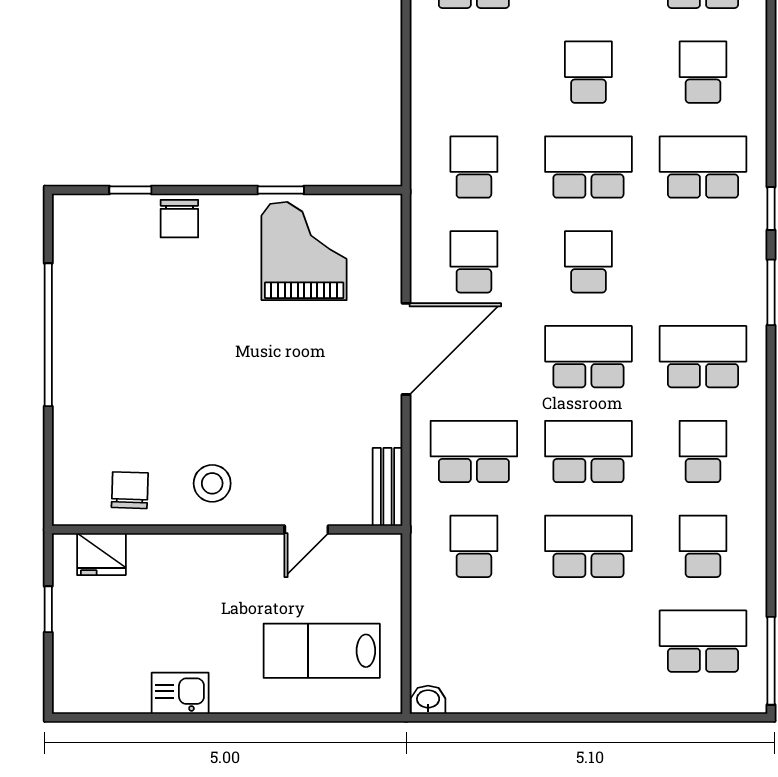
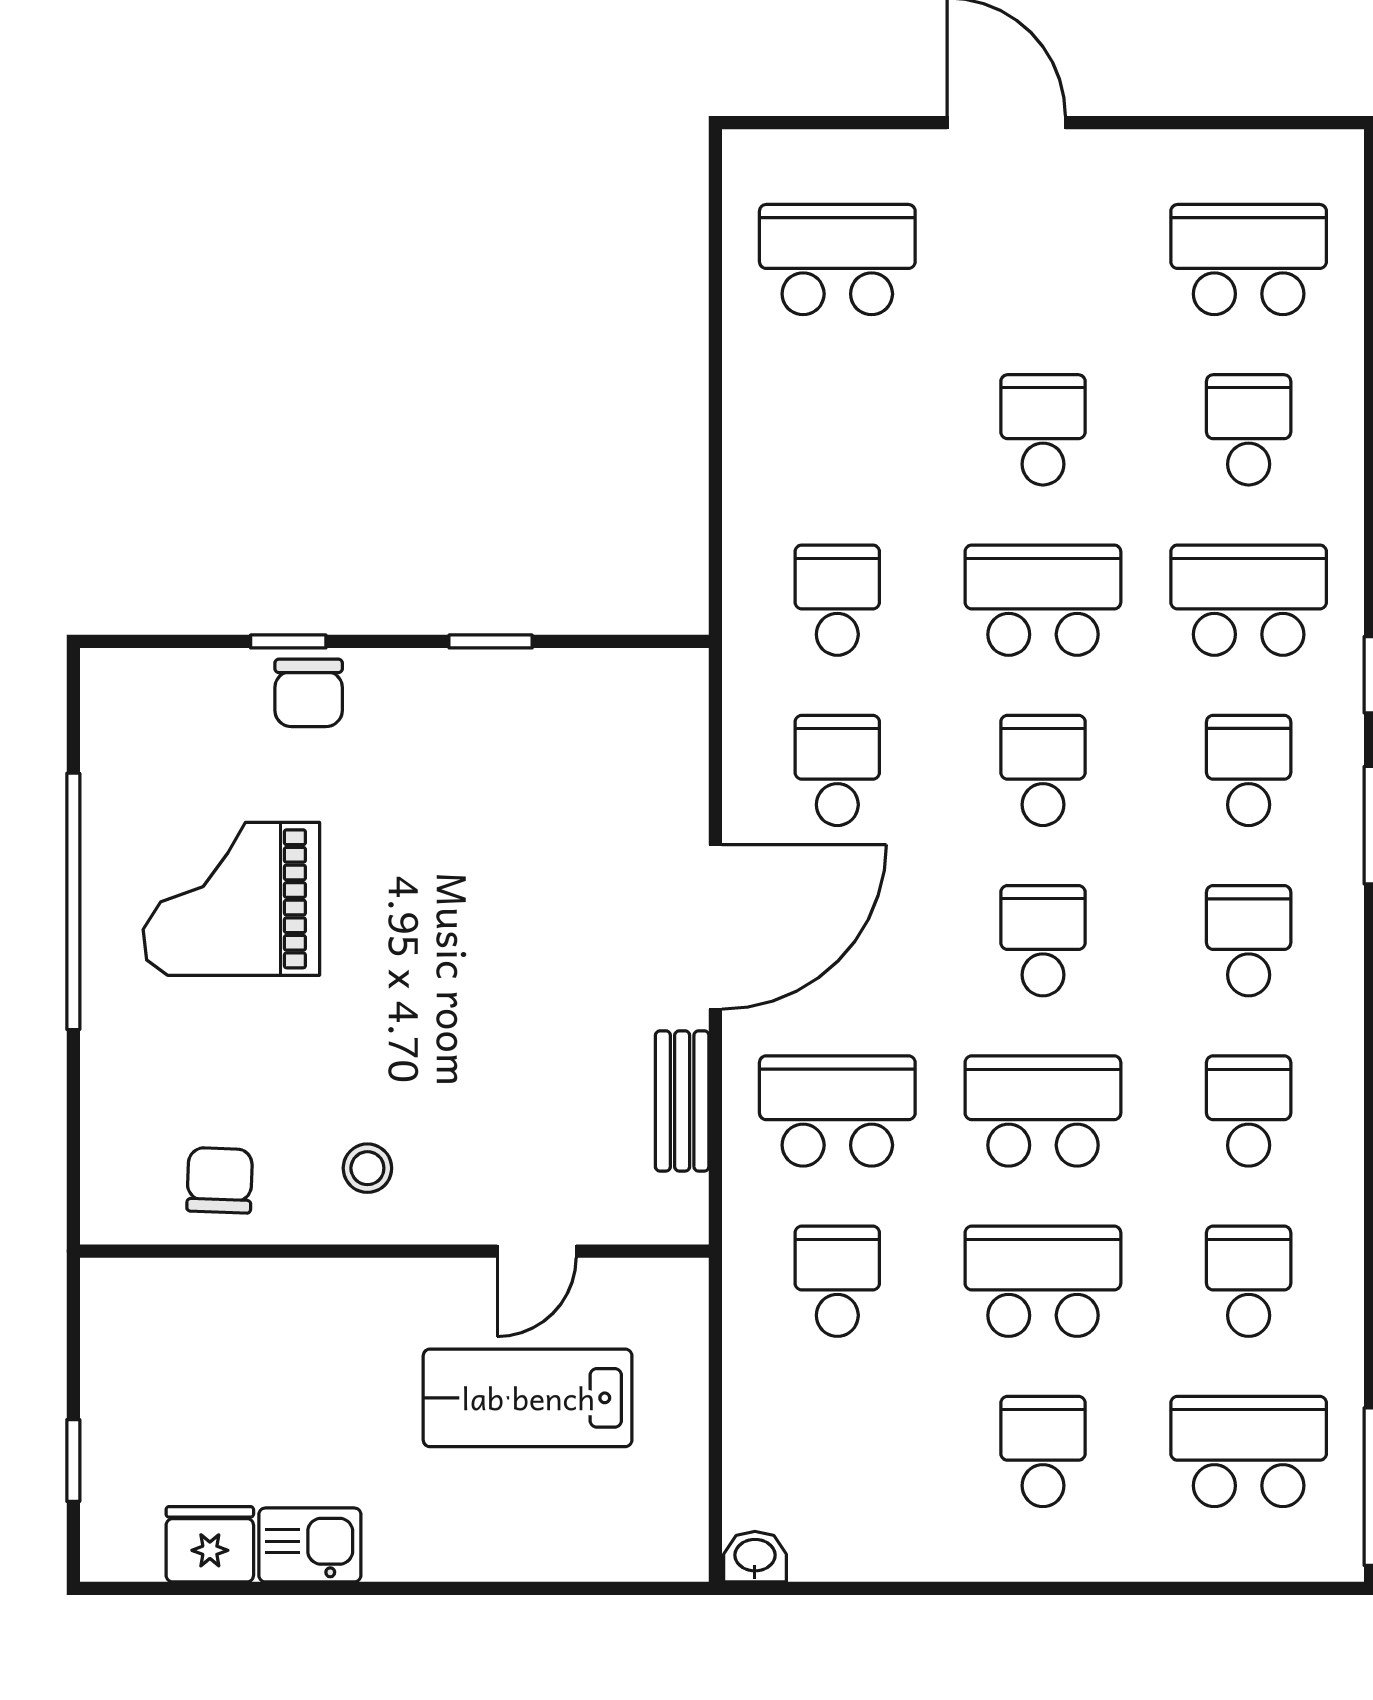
window: (130, 190) -> (288, 641), moved
grand piano: (304, 251) -> (231, 899), moved, turned -90
school desk: (703, 262) -> (1249, 770), added
school desk: (588, 357) -> (1043, 941), width x0.54
school desk: (703, 357) -> (1249, 941), width x0.54
stool: (212, 483) -> (367, 1168), width x0.73, depth x0.73
bench: (387, 487) -> (682, 1101), moved
fridge: (101, 554) -> (210, 1544), moved, turned 180
window: (48, 609) -> (73, 1461), moved
school desk: (588, 641) -> (1043, 1451), added
lab bench: (322, 651) -> (528, 1398), moved

